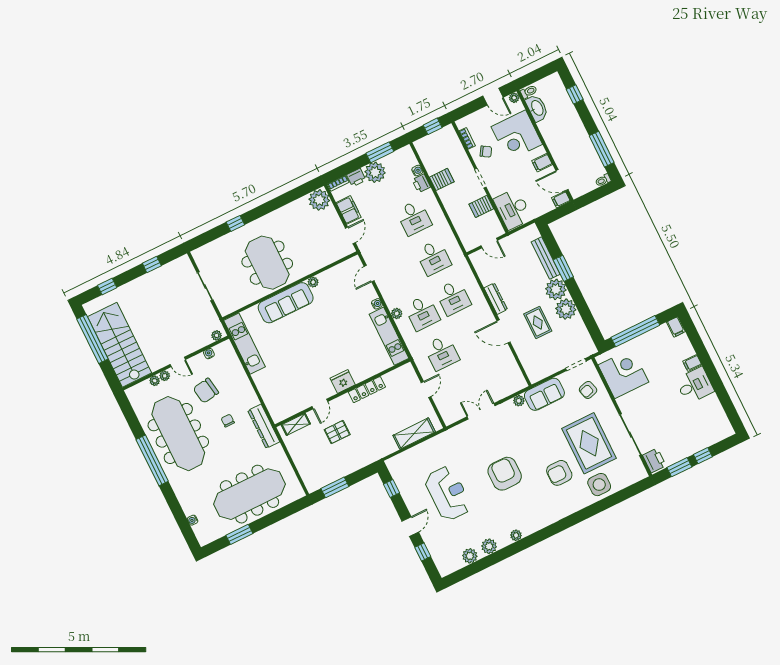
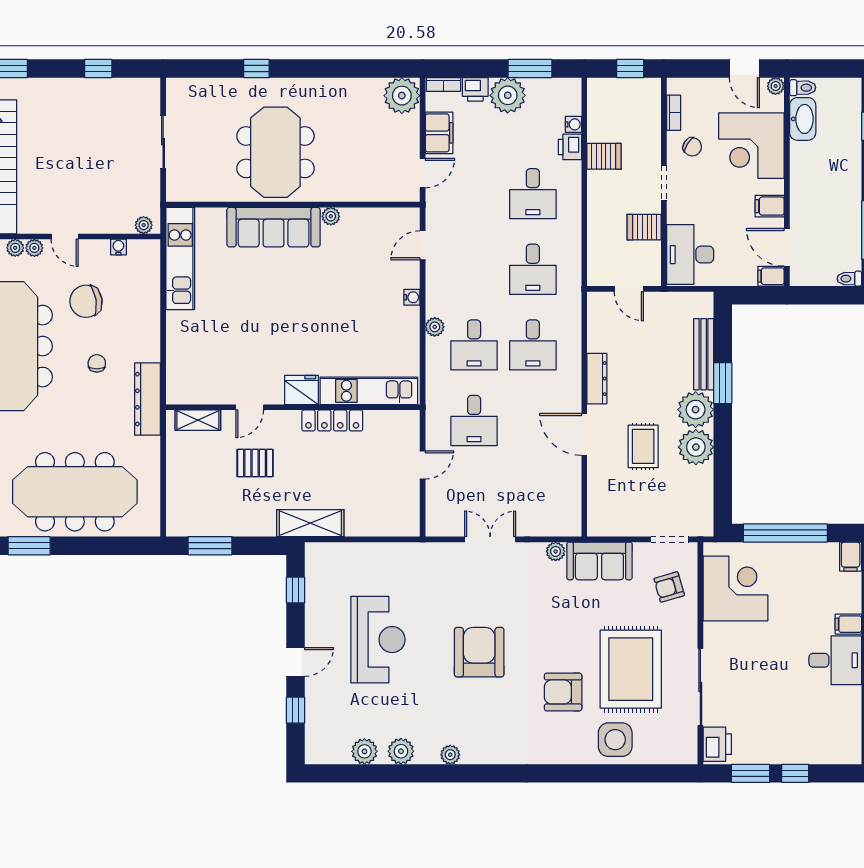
kitchen unit: (389, 336) -> (369, 391), moved, turned 90
shelving: (414, 434) -> (310, 523), moved

